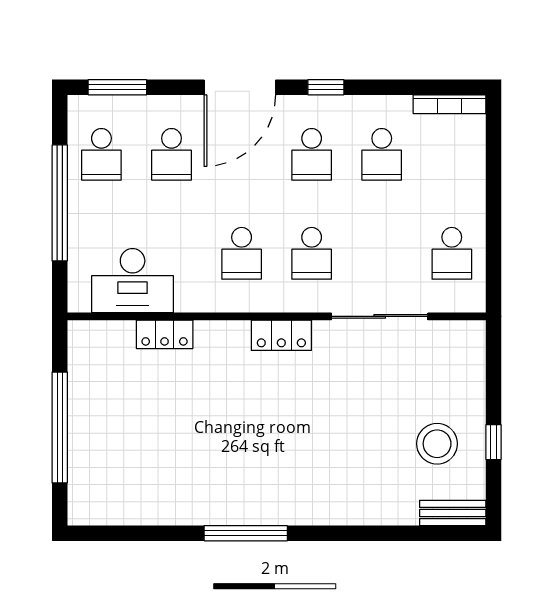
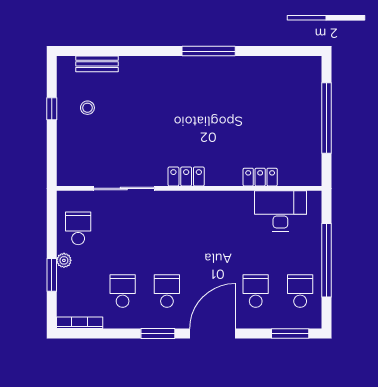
window: (326, 87) -> (158, 334), width x1.50
window: (493, 180) -> (52, 275), added
plant: (474, 203) -> (64, 260), added
school desk: (242, 253) -> (211, 228), removed
school desk: (312, 253) -> (167, 228), removed
stool: (437, 444) -> (87, 108), width x0.53, depth x0.53
bench: (453, 513) -> (97, 64), moved

